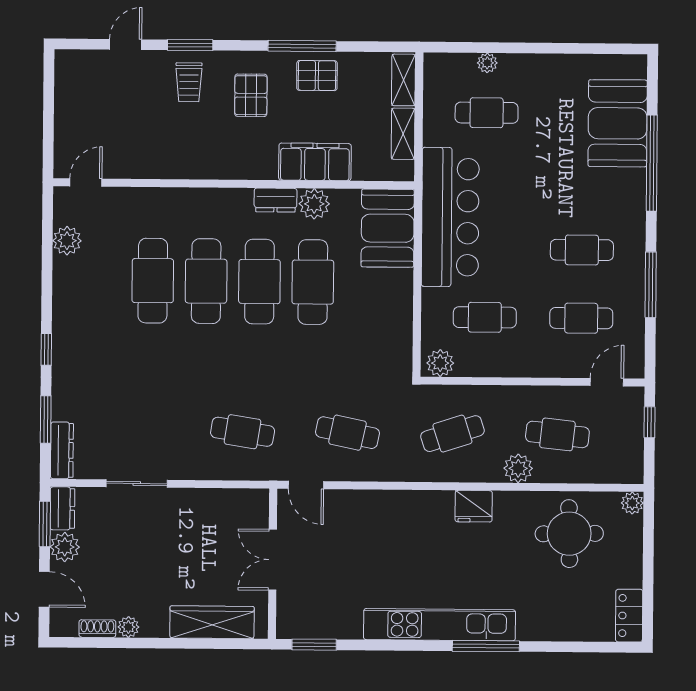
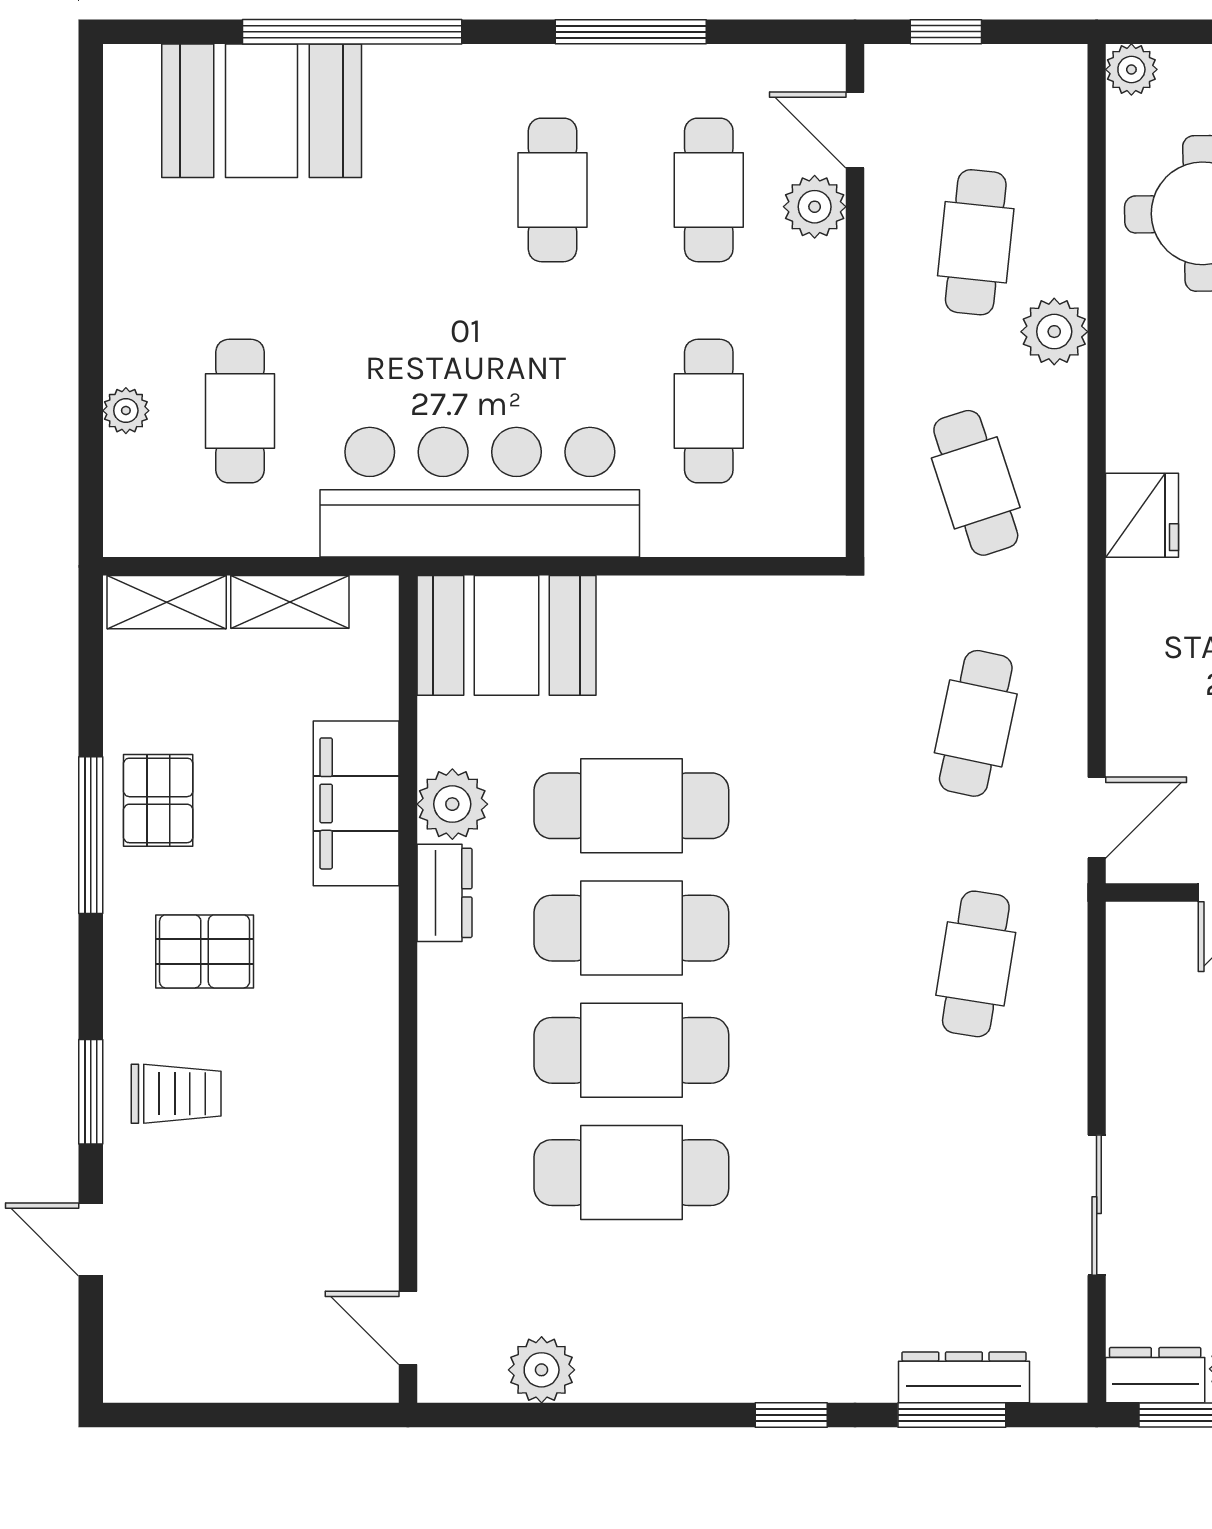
plant: (440, 363) -> (815, 207), moved
dresser: (62, 450) -> (964, 1377), moved
fridge: (474, 506) -> (1142, 515), moved

